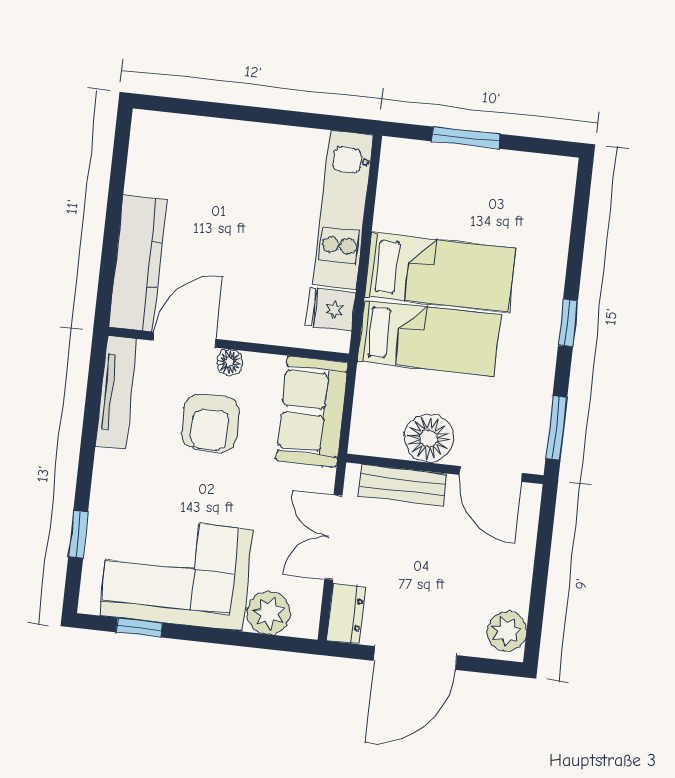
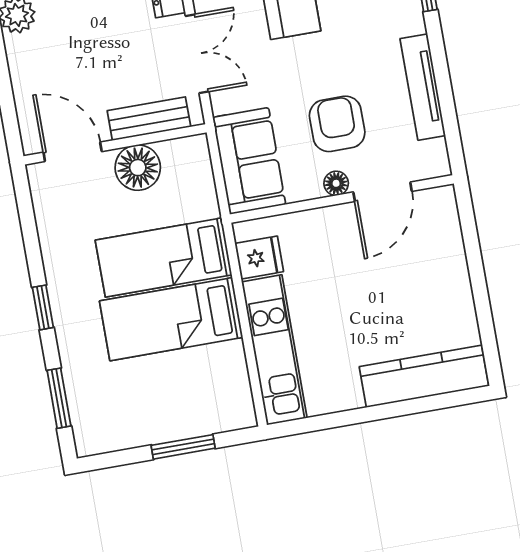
kitchen counter: (138, 263) -> (424, 376), moved, turned 90
tv unit: (116, 392) -> (423, 87), moved
window: (556, 428) -> (59, 398), moved

